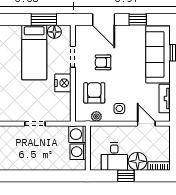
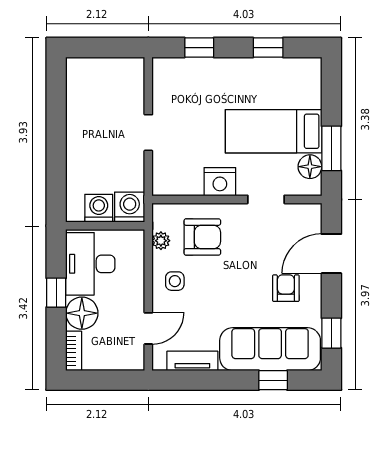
window: (138, 20) -> (331, 333), moved
armchair: (103, 62) -> (286, 288), moved
desk: (114, 157) -> (90, 264), width x1.37

